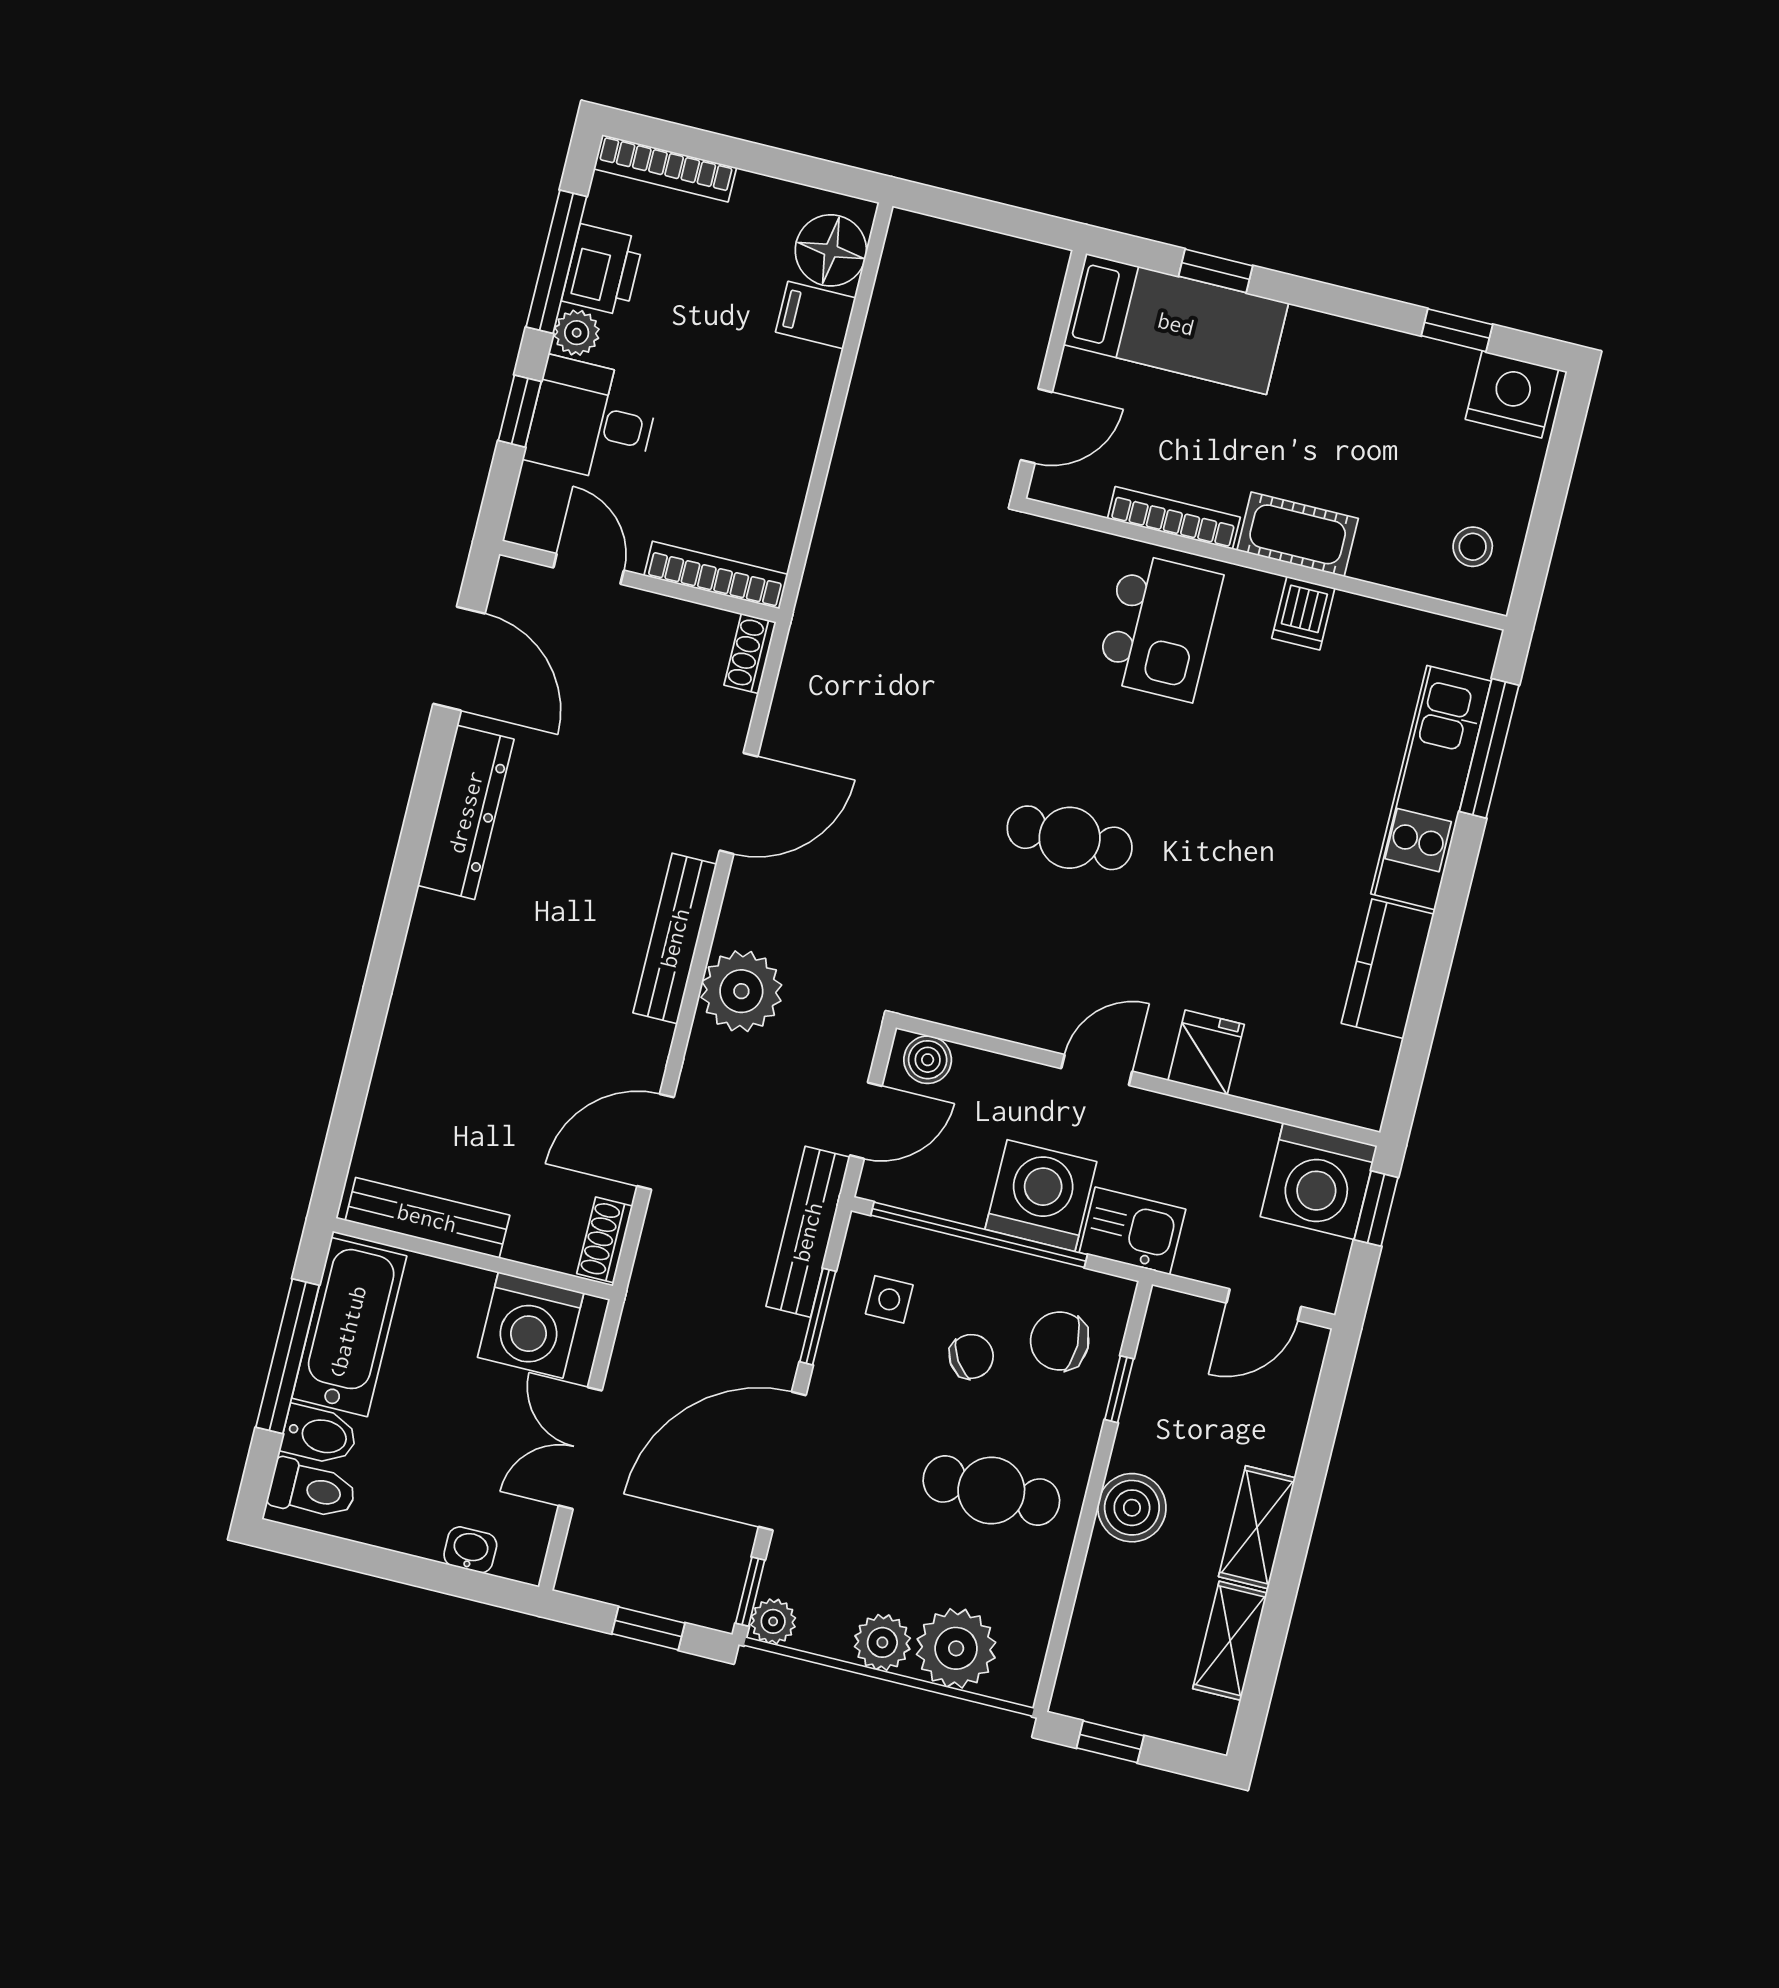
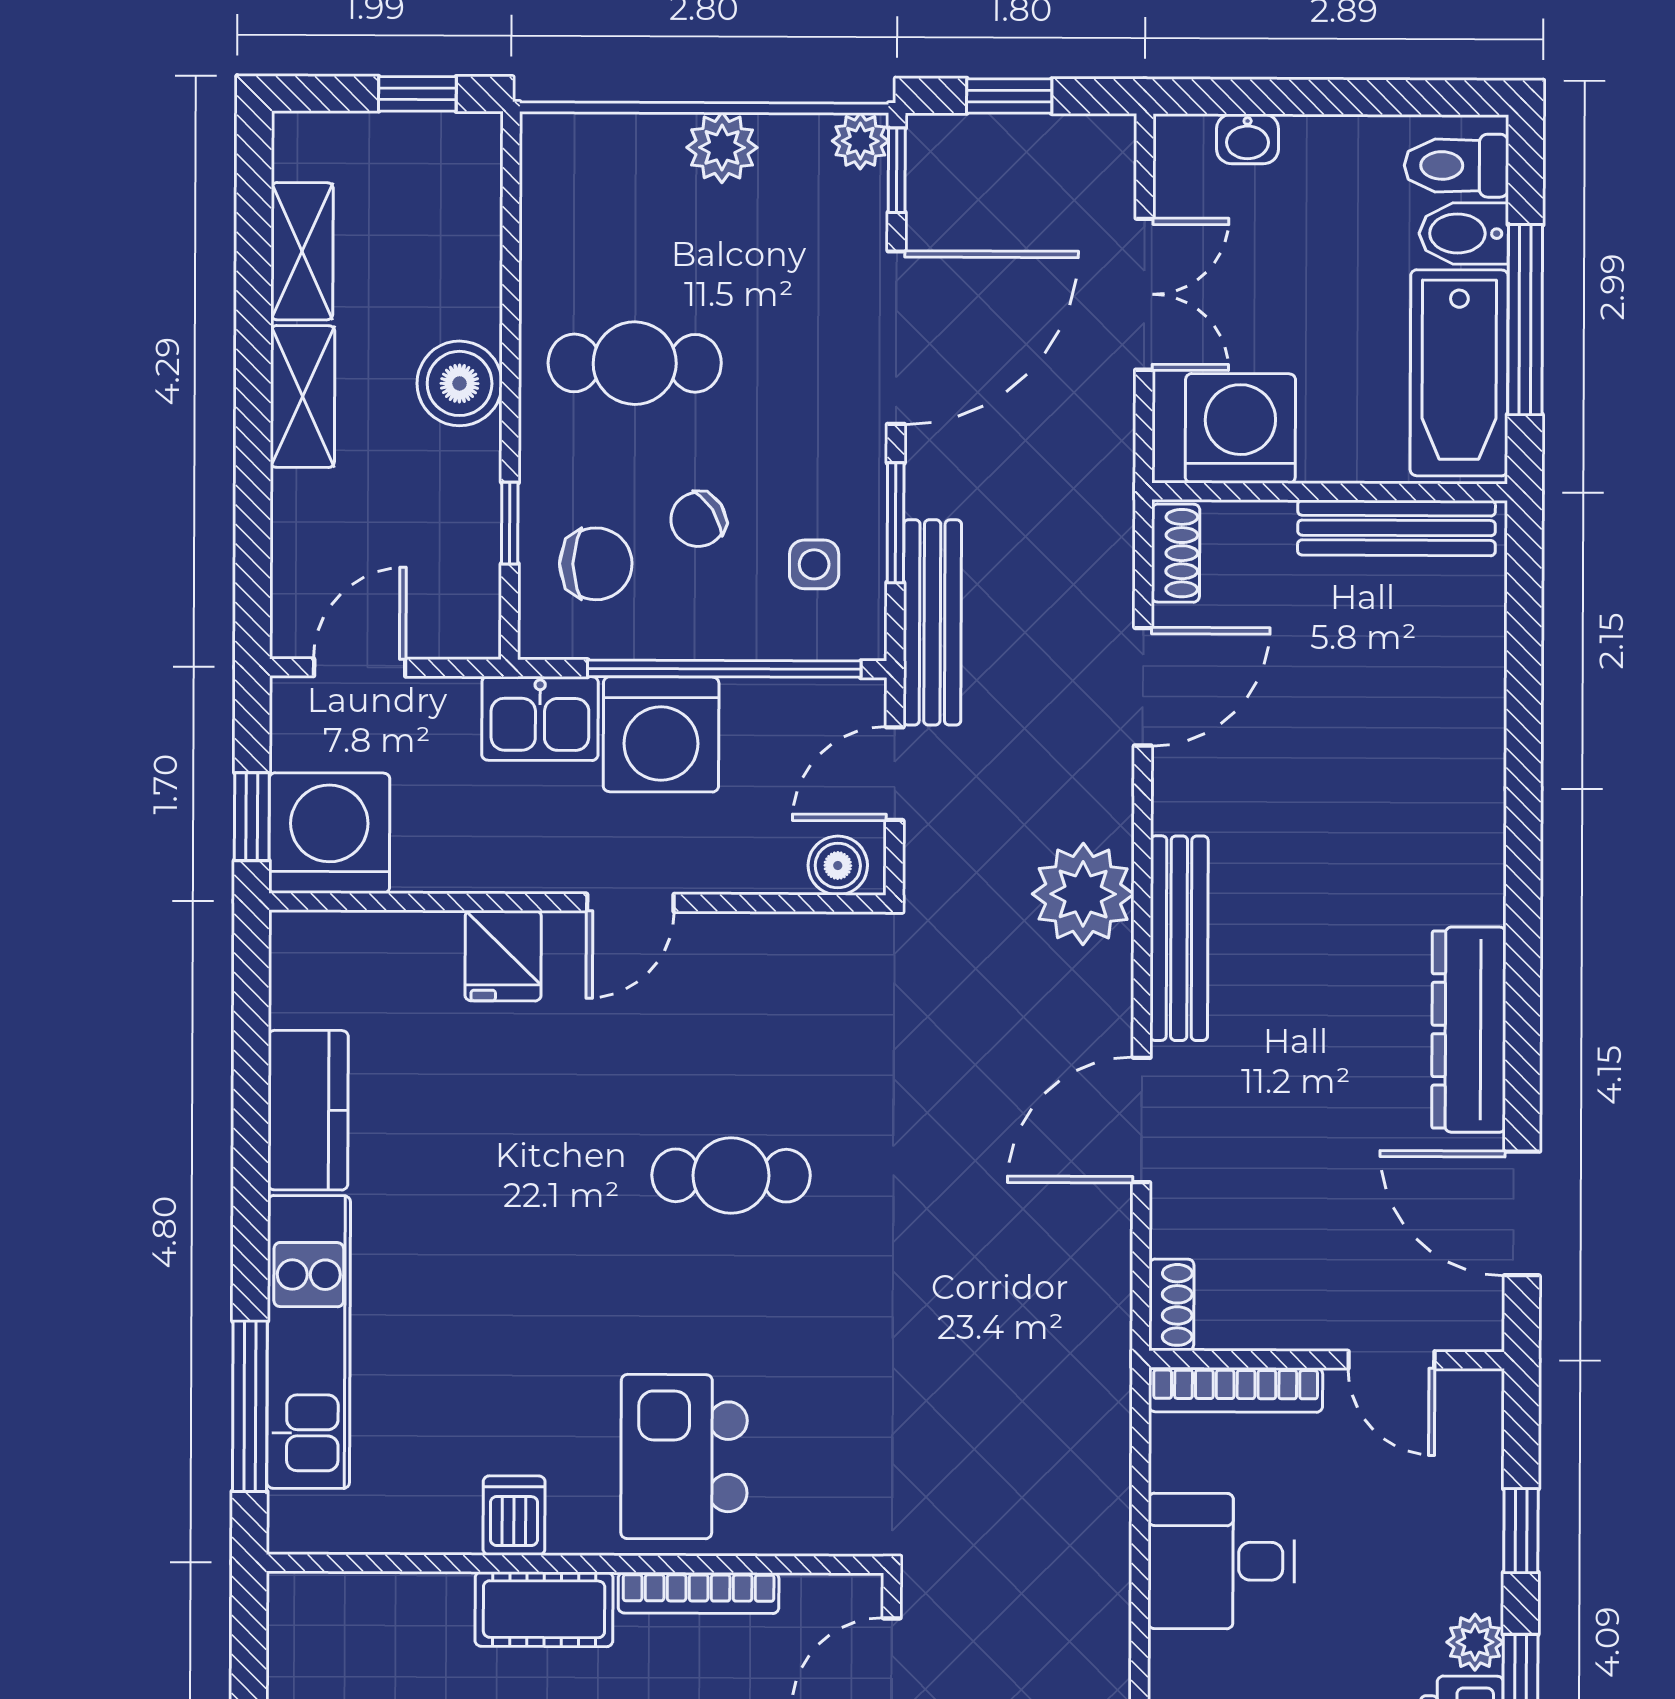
desk: (592, 421) -> (1221, 1561), moved, turned 180
stool: (1473, 547) -> (329, 1645), removed
plant: (956, 1648) -> (631, 162), removed

